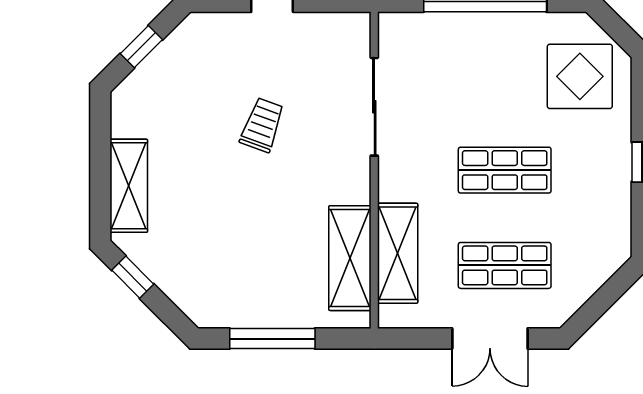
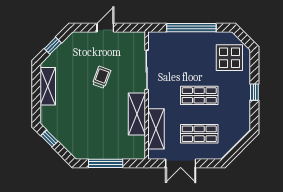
shelving: (129, 186) -> (48, 86), moved
shelving: (350, 258) -> (137, 114), moved
double door: (490, 339) -> (181, 163), moved

